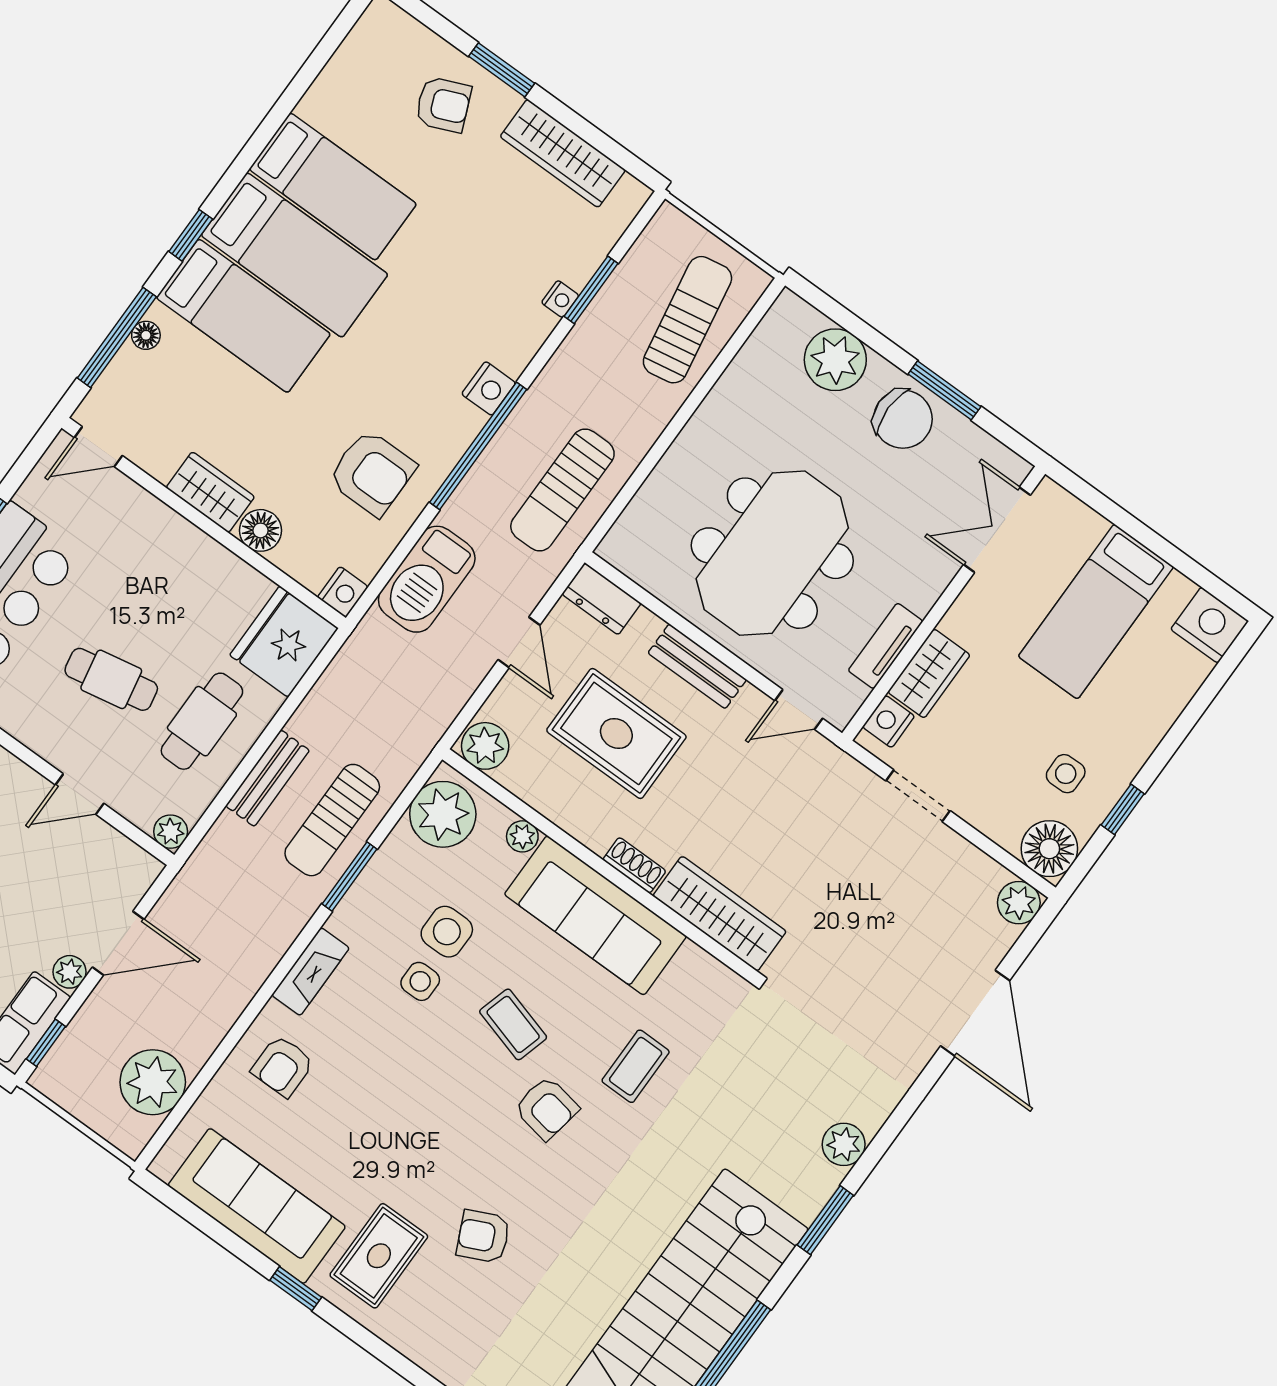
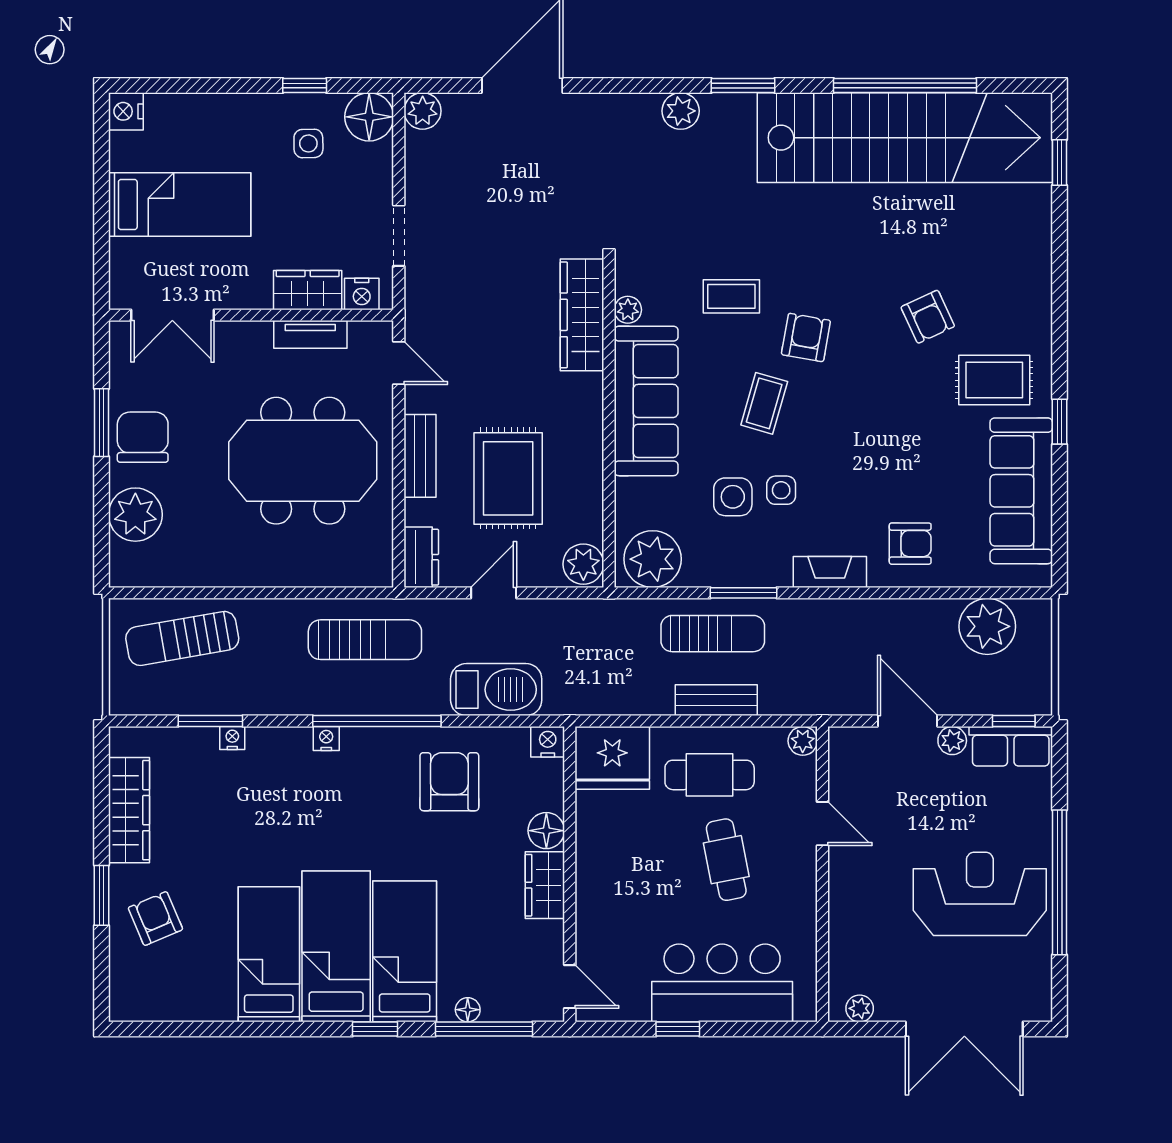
nightstand: (489, 388) -> (326, 739), width x0.72, depth x0.74
nightstand: (1210, 625) -> (126, 111), width x0.74, depth x0.75
plant: (522, 836) -> (628, 310), moved
shoe rack: (634, 865) -> (591, 399), removed

